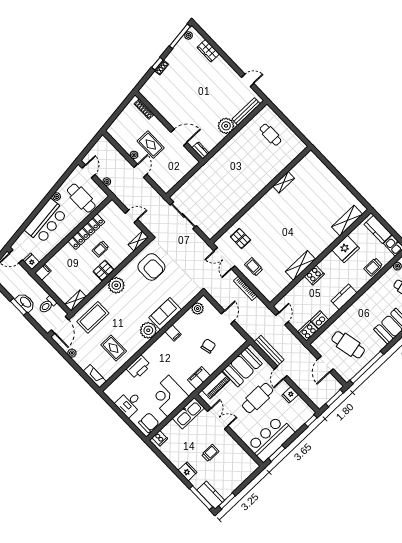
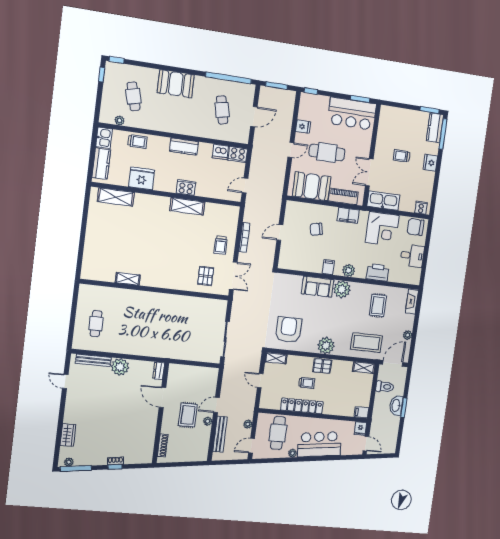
plant: (198, 309) -> (349, 271), moved
cafe table: (348, 345) -> (222, 110), width x0.73, depth x0.74
bench: (269, 351) -> (220, 434), moved

